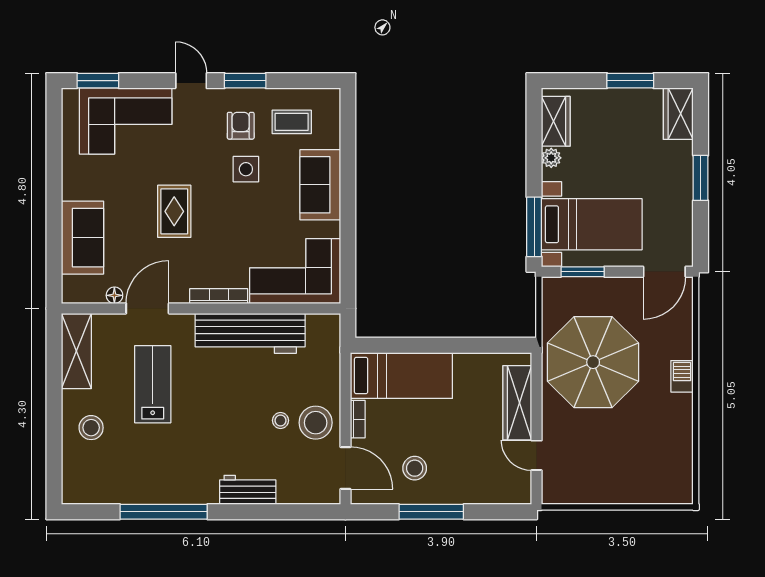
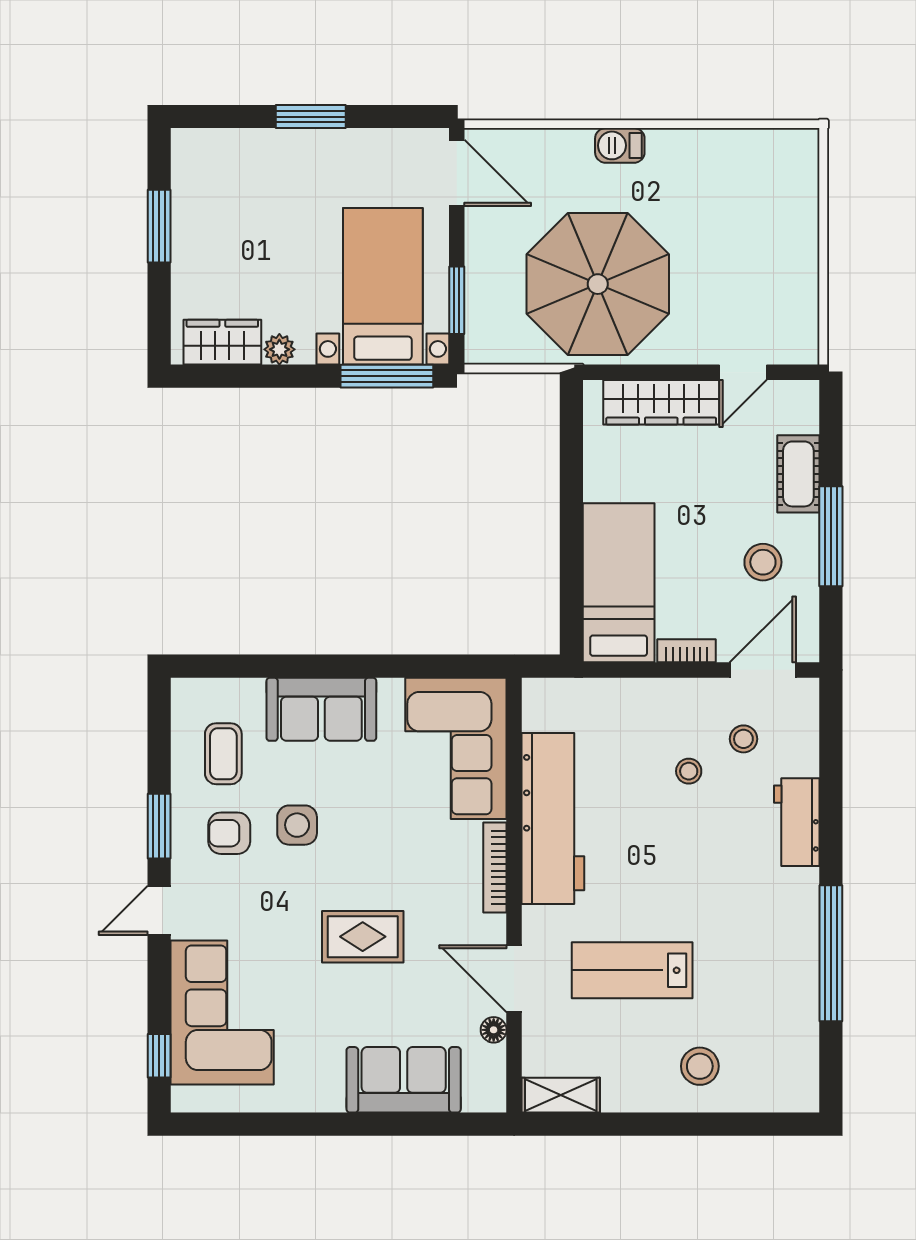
window: (98, 81) -> (159, 1056), width x0.67
wardrobe: (678, 114) -> (211, 151), removed
shelving: (76, 351) -> (561, 1095), width x0.67, depth x0.75
stool: (316, 423) -> (743, 739), moved, width x0.53, depth x0.53
cot: (471, 491) -> (798, 474), added

